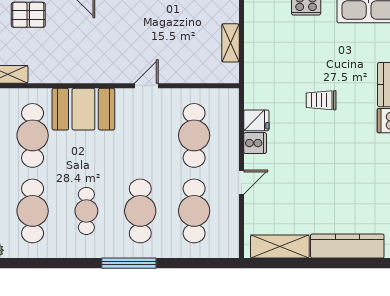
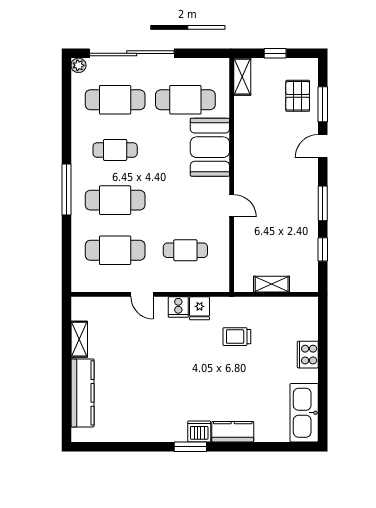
trolley: (321, 100) -> (237, 337), moved, turned -90
cafe table: (194, 135) -> (185, 250), width x0.73, depth x0.74
shelving: (280, 247) -> (79, 339), width x0.67, depth x0.75

